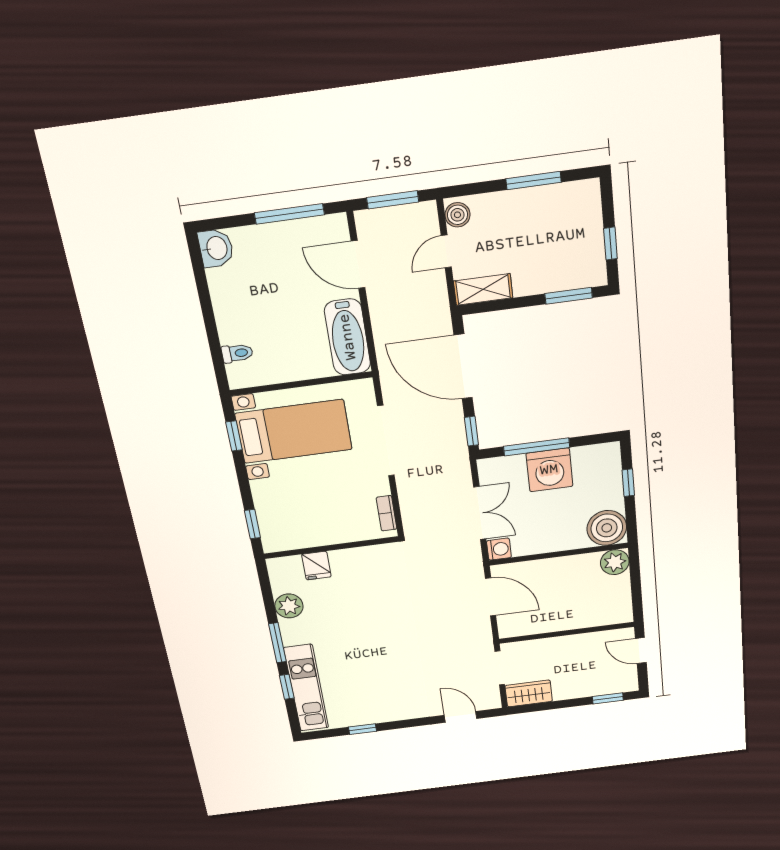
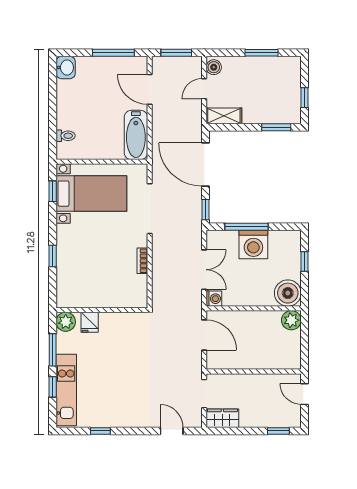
wall: (331, 548) -> (102, 310), moved
fridge: (316, 566) -> (90, 322), moved

